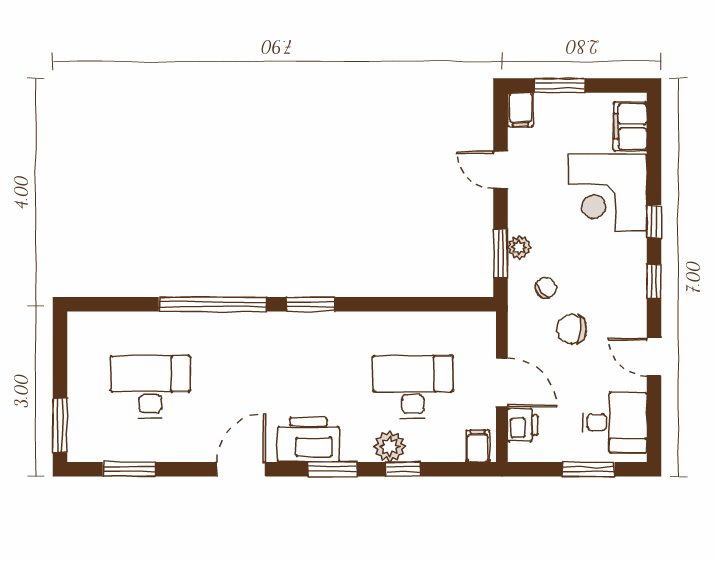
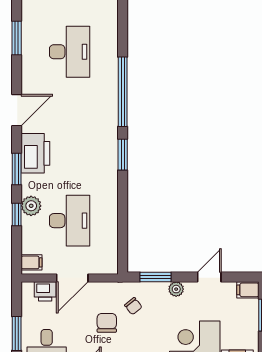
plant: (519, 247) -> (176, 289), moved
door: (241, 469) -> (17, 110), hinge flipped

